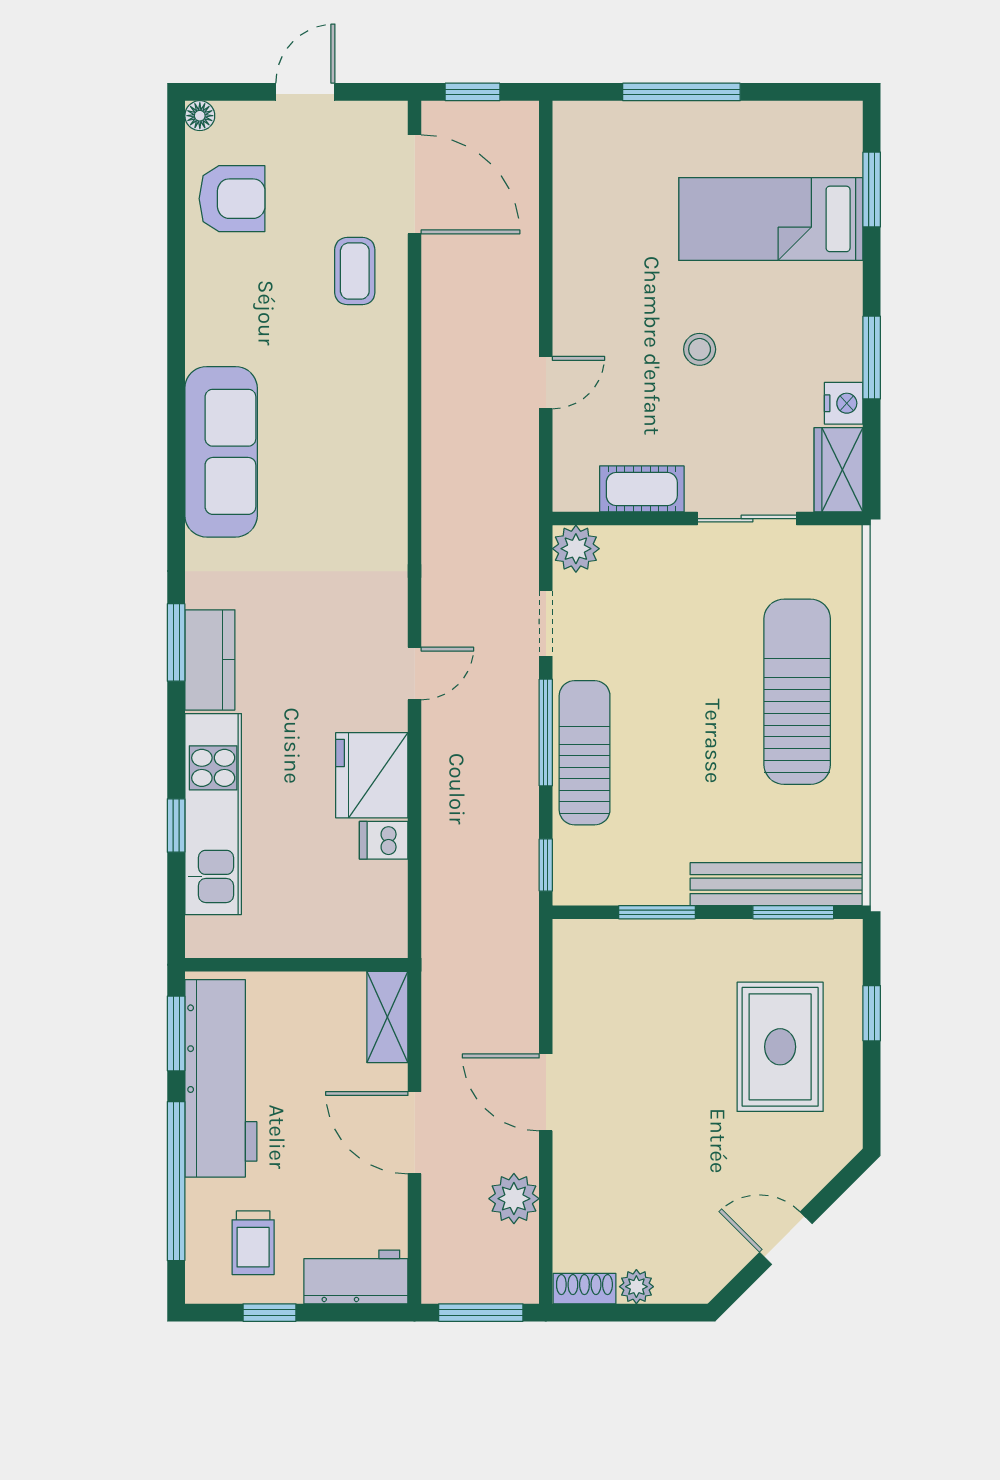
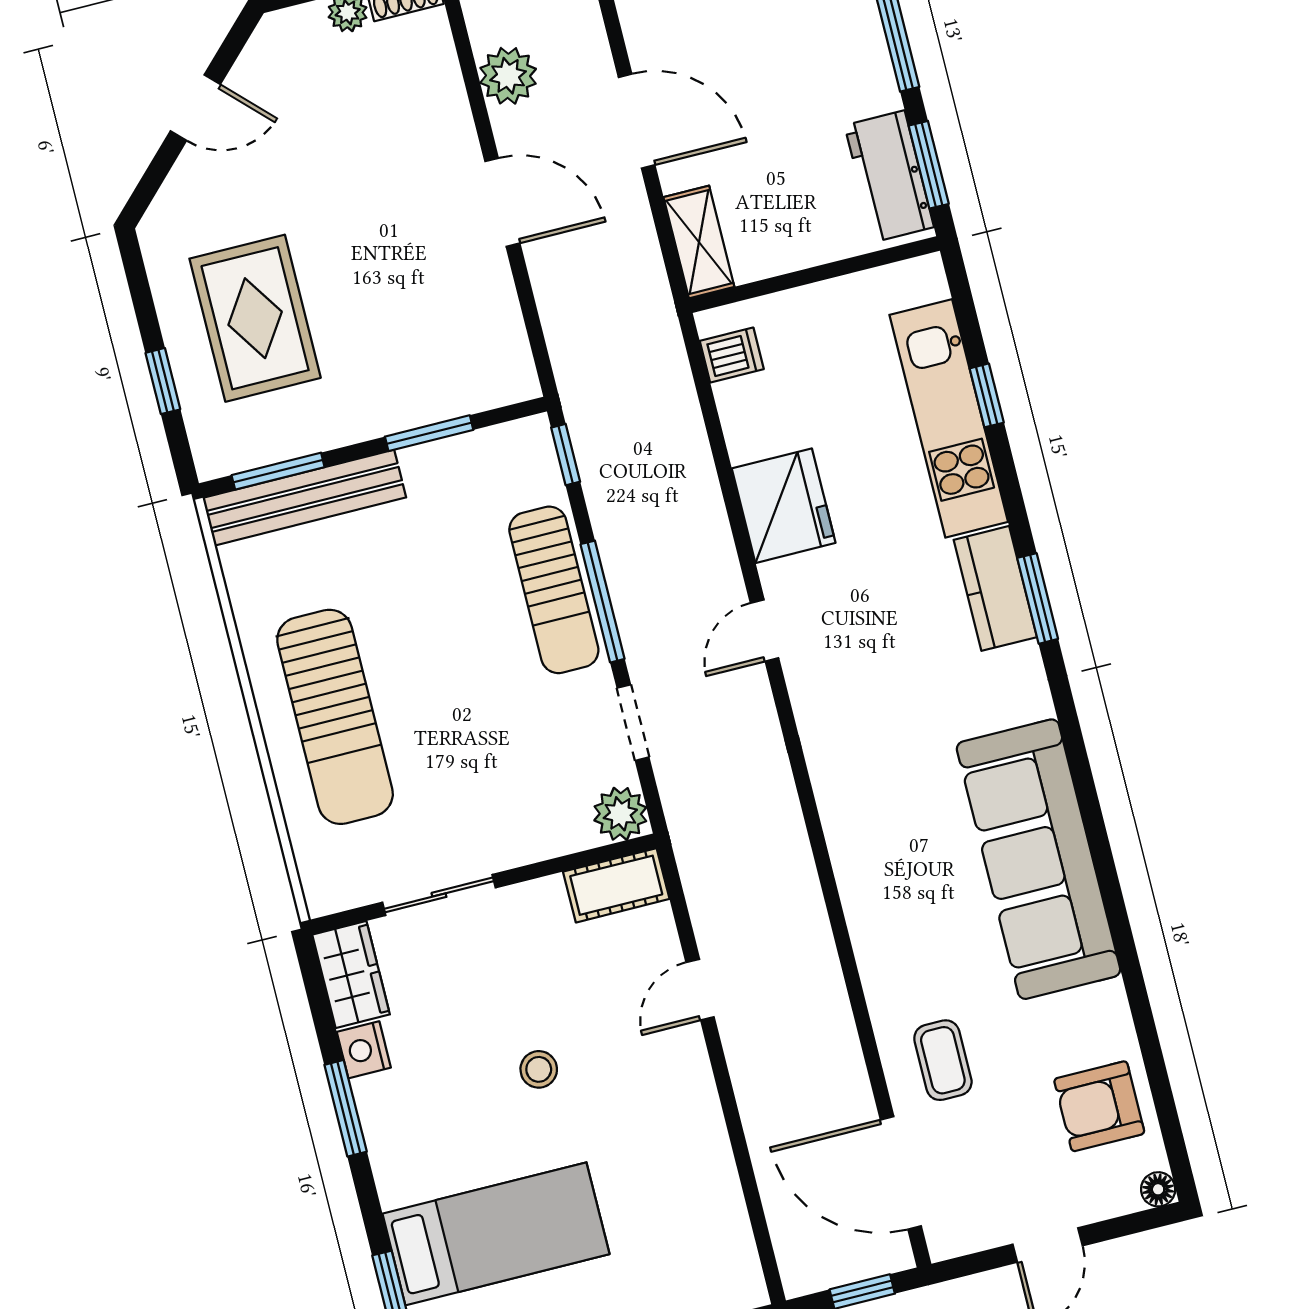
sofa: (221, 452) -> (1039, 859), width x1.36, depth x1.27
cot: (642, 489) -> (616, 885), moved
dishwasher: (384, 840) -> (732, 355), moved
workbench: (221, 1078) -> (889, 176), width x0.53, depth x0.76

